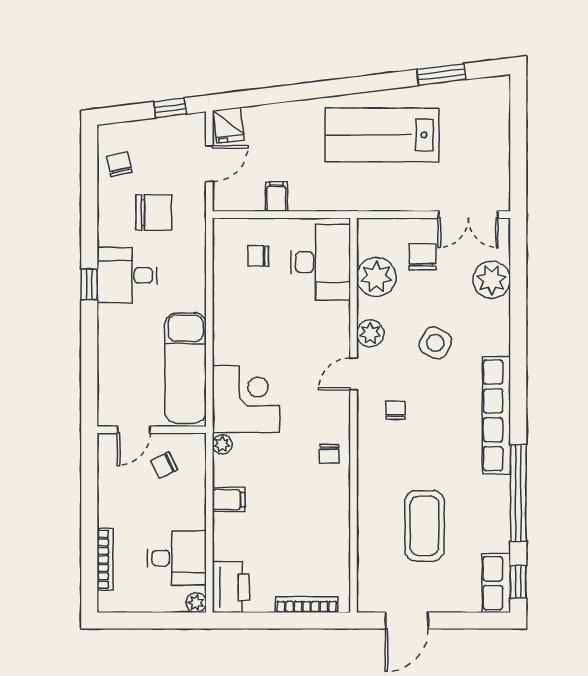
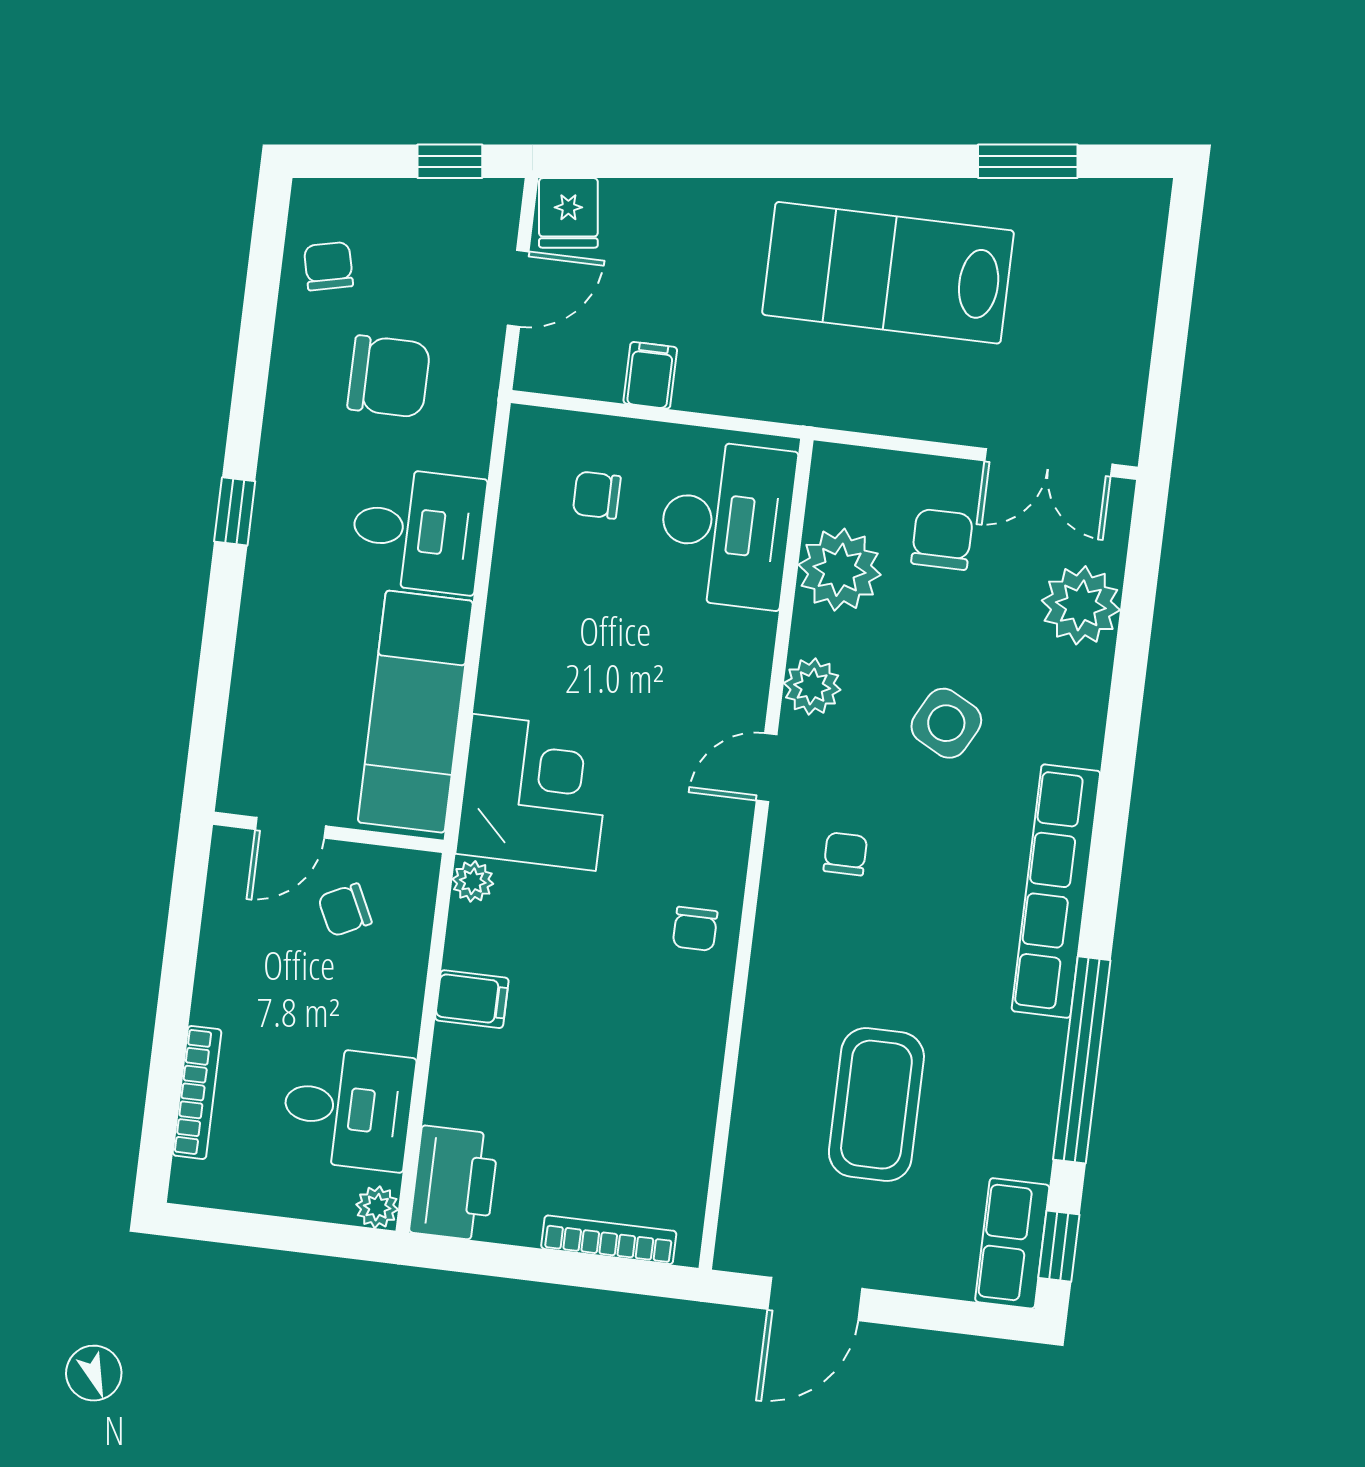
desk: (127, 275) -> (418, 530), moved, turned 180

